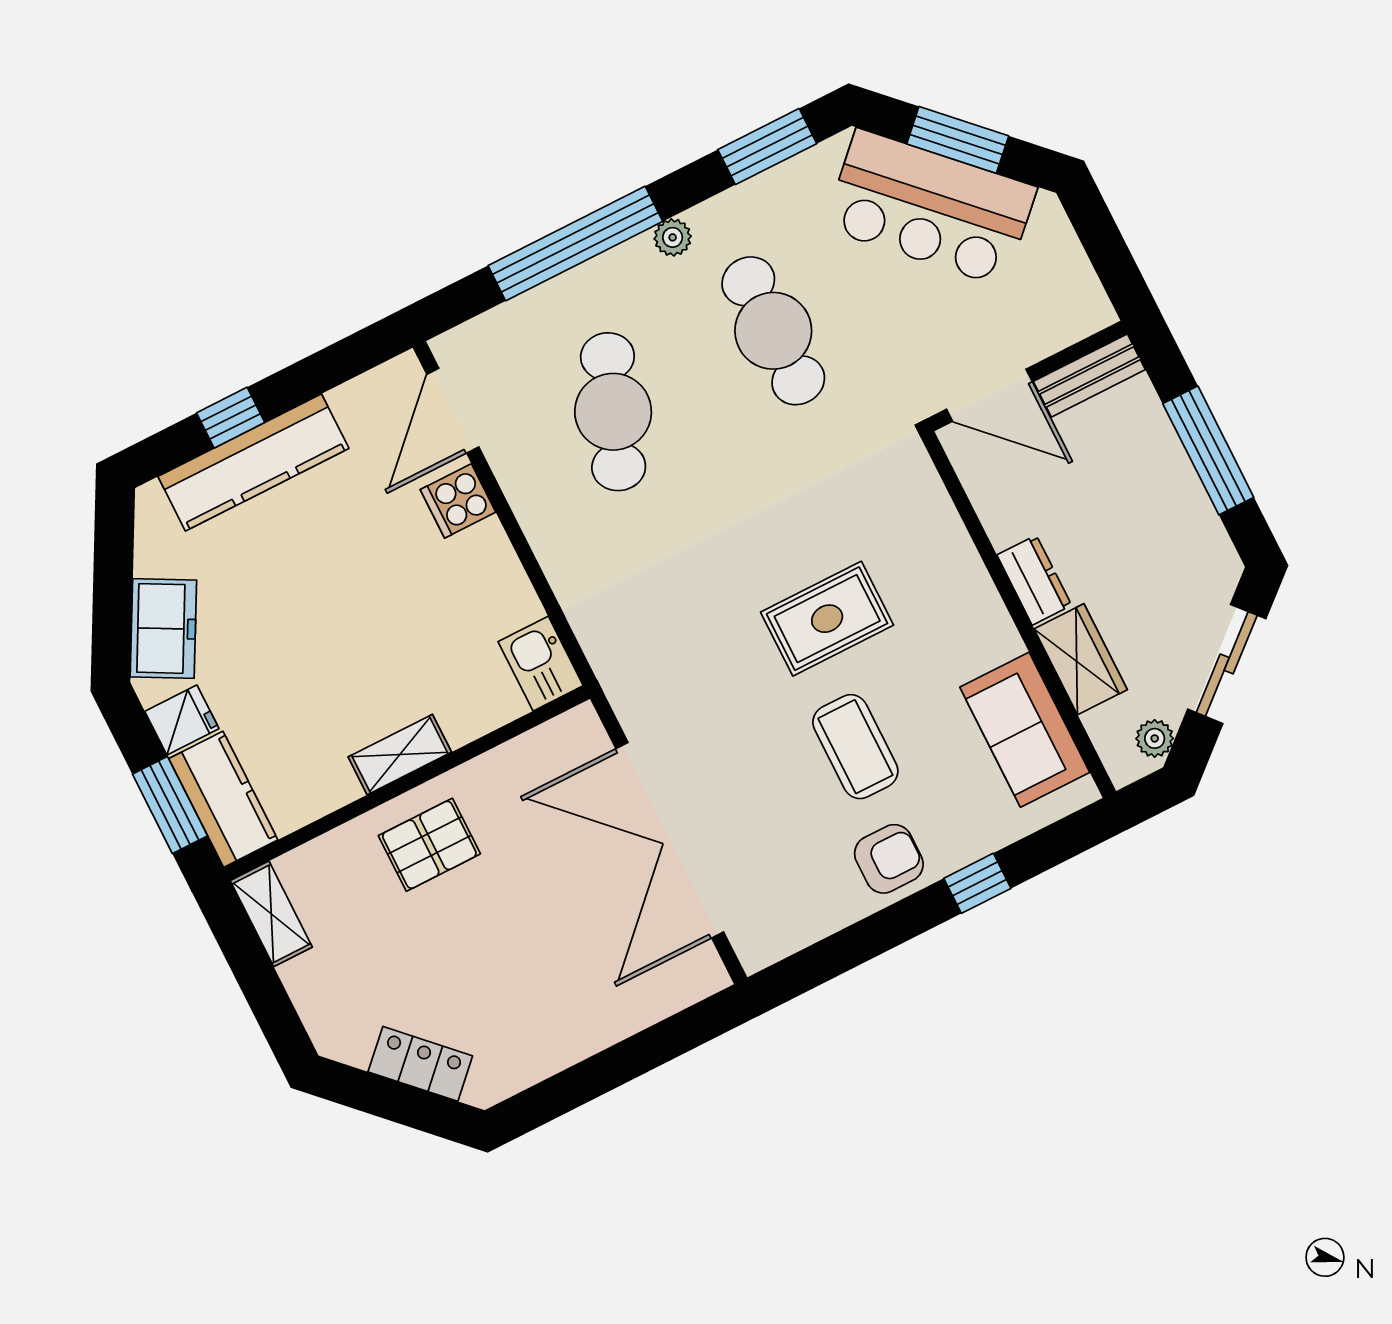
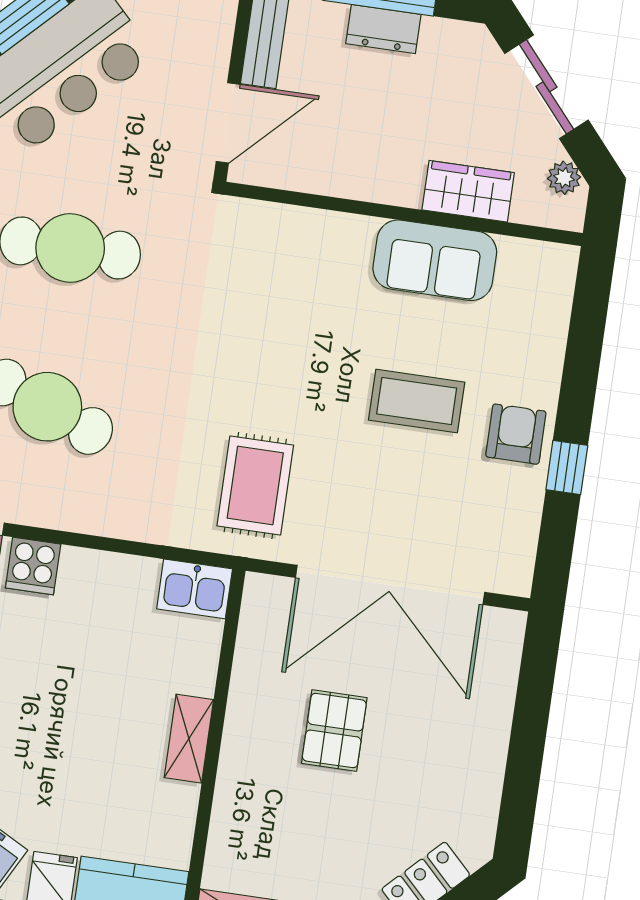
dresser: (1034, 580) -> (383, 29), moved, turned 180
rug: (827, 619) -> (255, 486), moved
sofa: (1025, 730) -> (435, 260), moved
pallet: (429, 845) -> (334, 731), moved
window: (977, 883) -> (567, 468), moved

